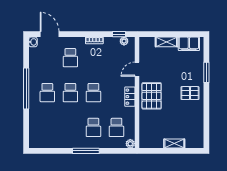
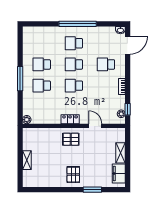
pallet: (152, 96) -> (71, 139), width x0.67, depth x0.71
school desk: (116, 127) -> (42, 64), moved

